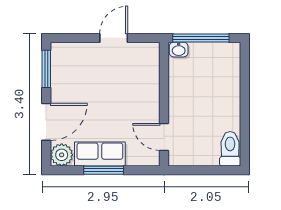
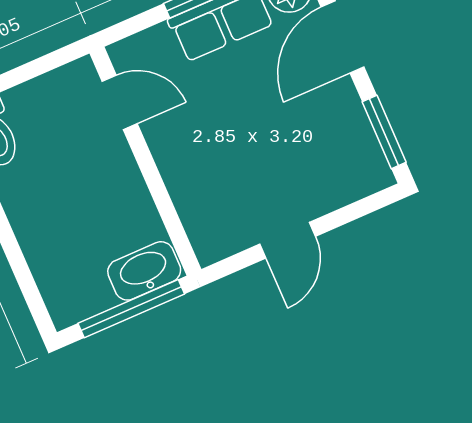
washbasin: (179, 50) -> (144, 271), width x1.91, depth x1.45

